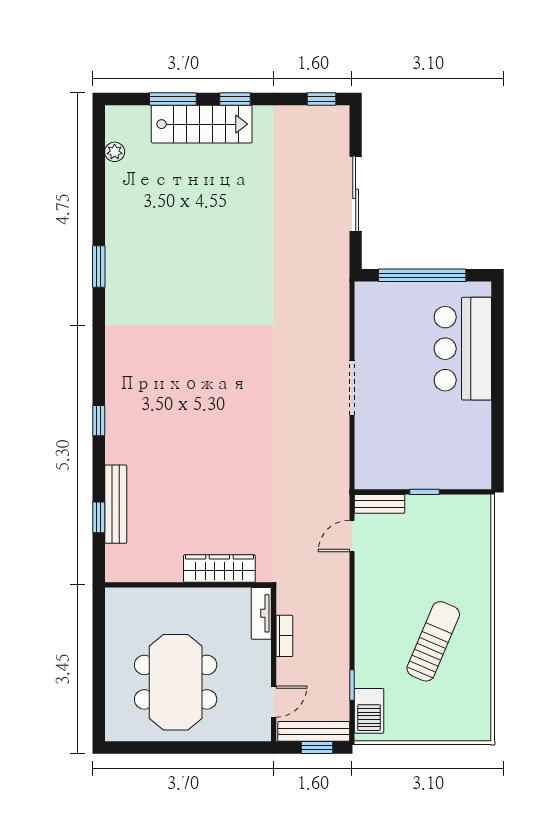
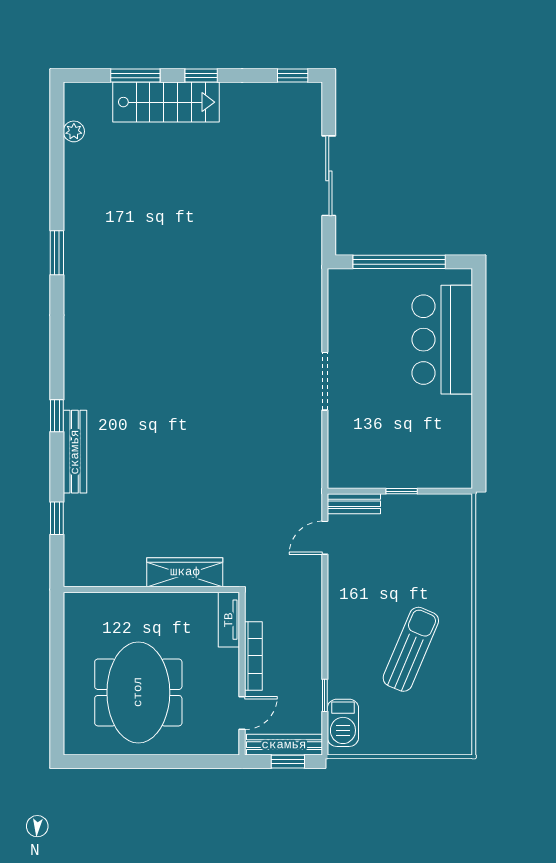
bench: (116, 504) -> (75, 452), moved
bookcase: (284, 636) -> (253, 656), width x1.56

